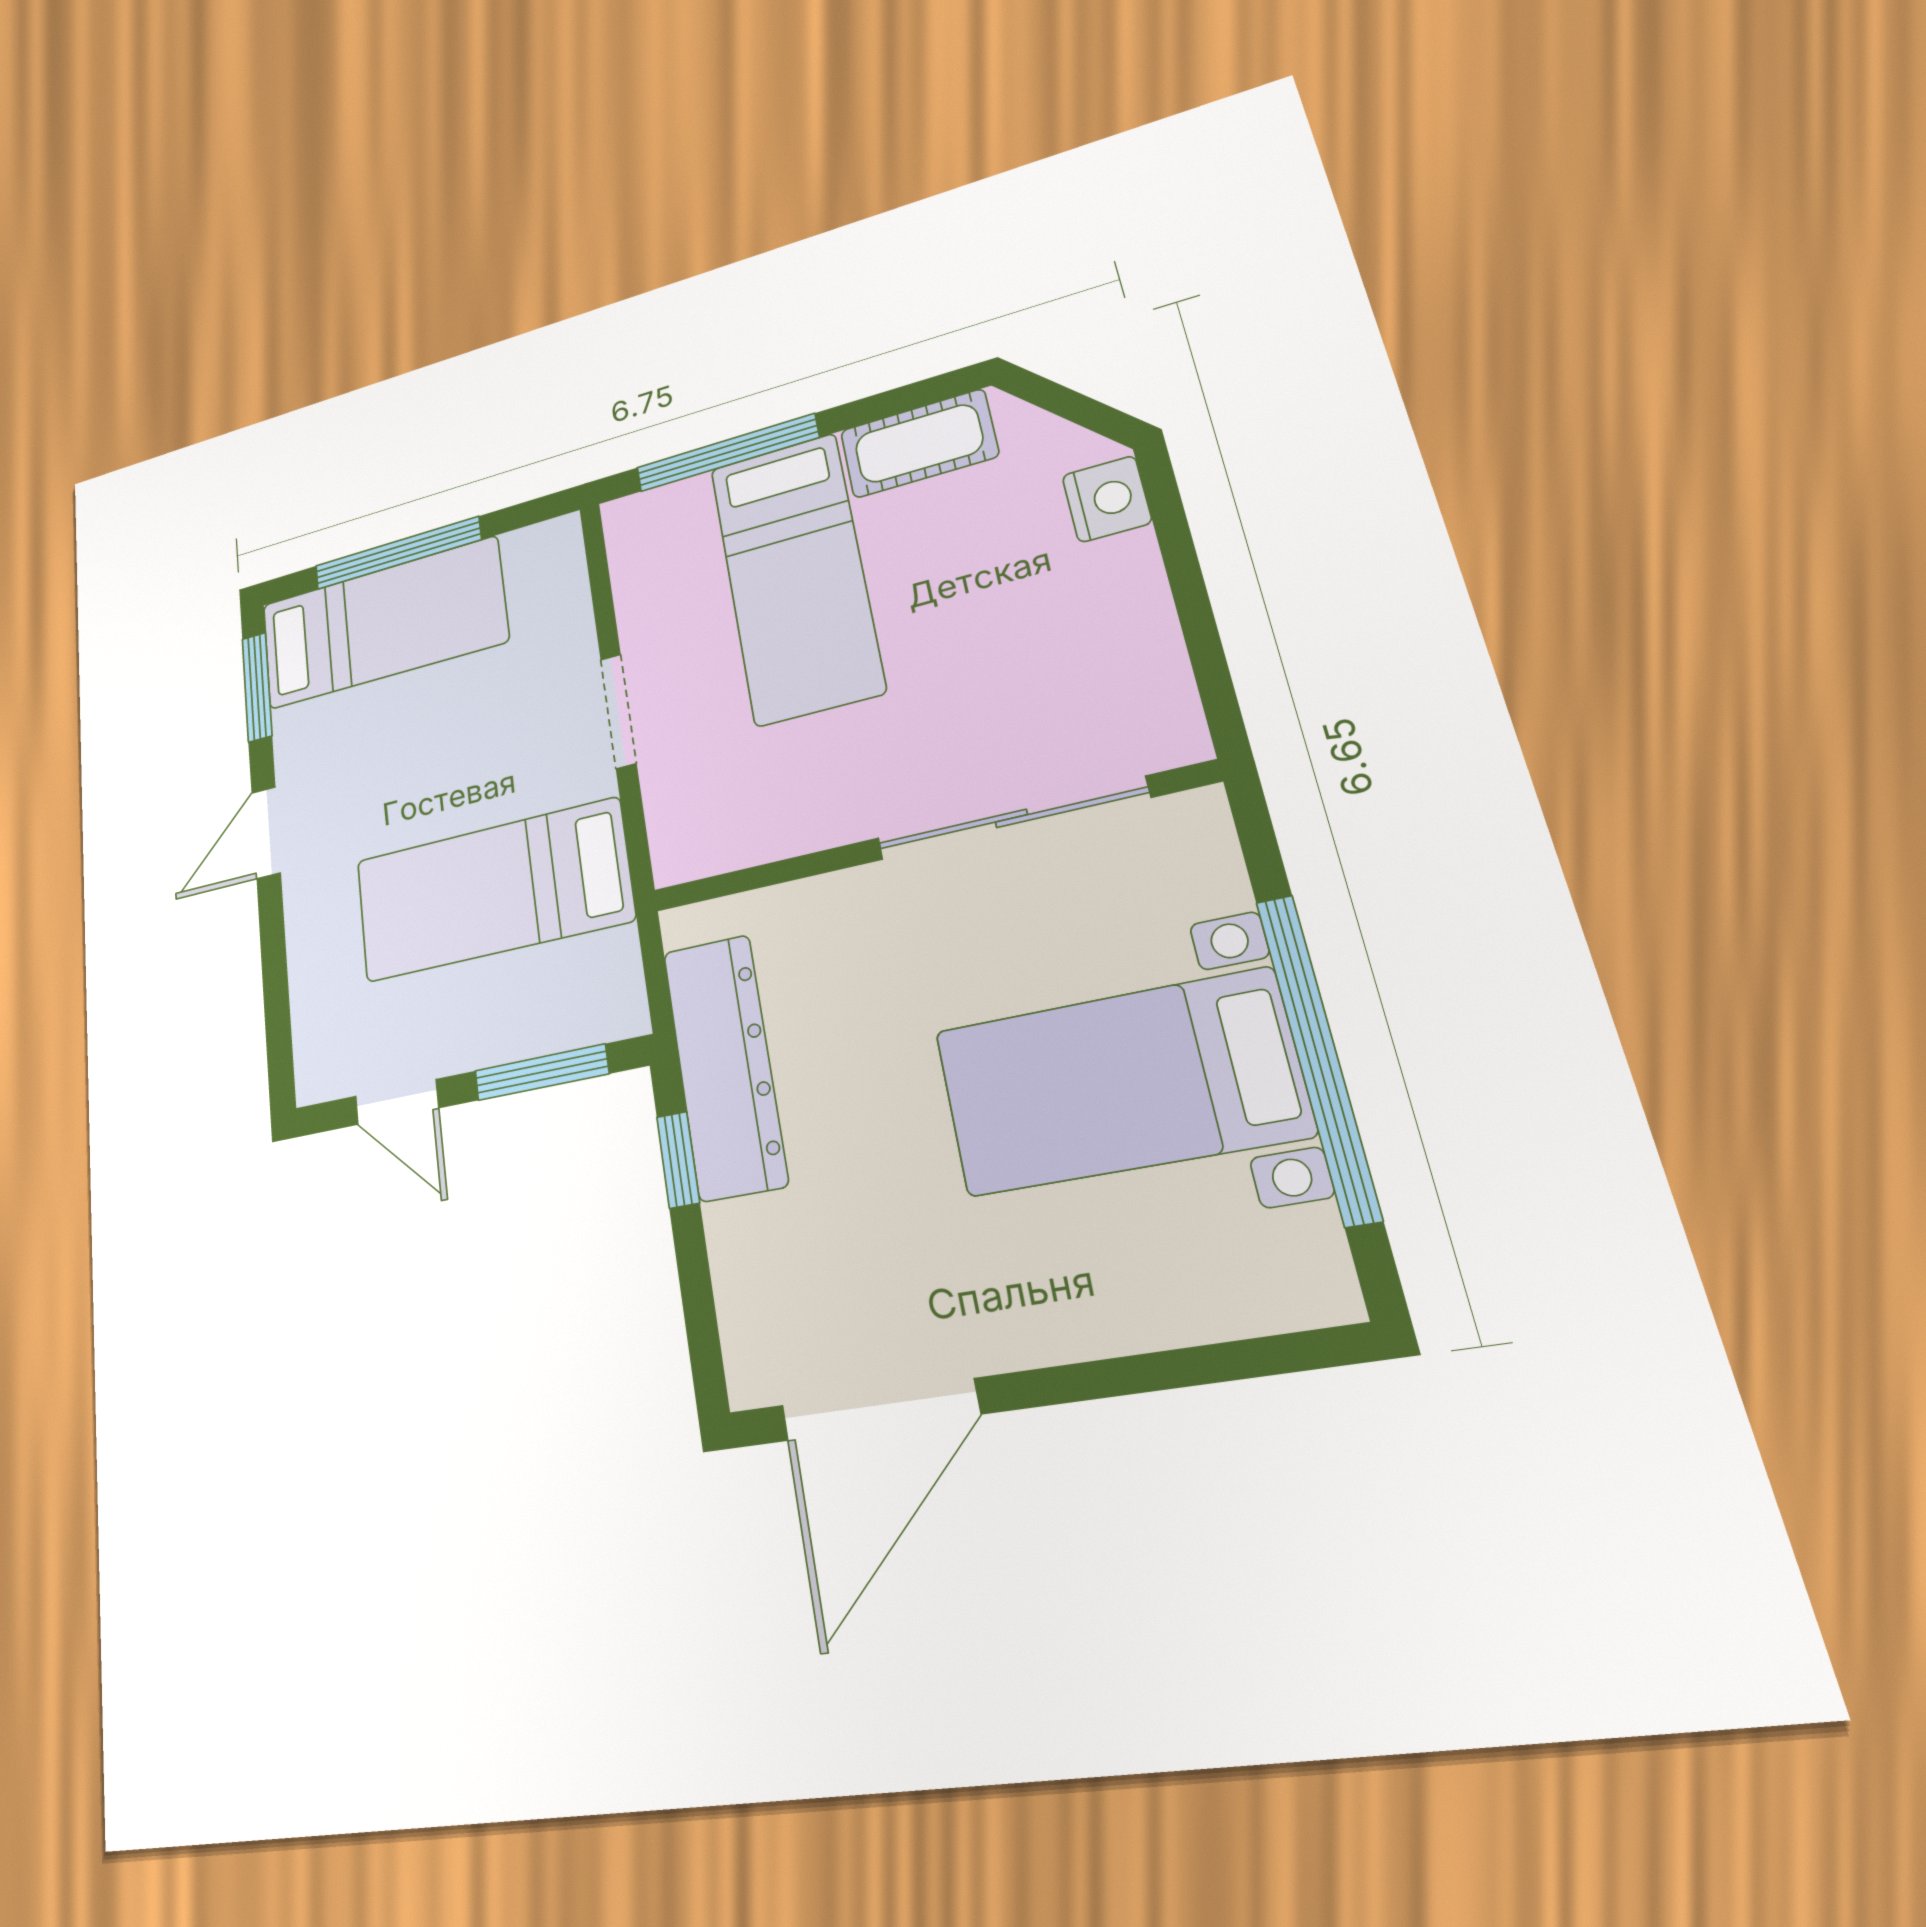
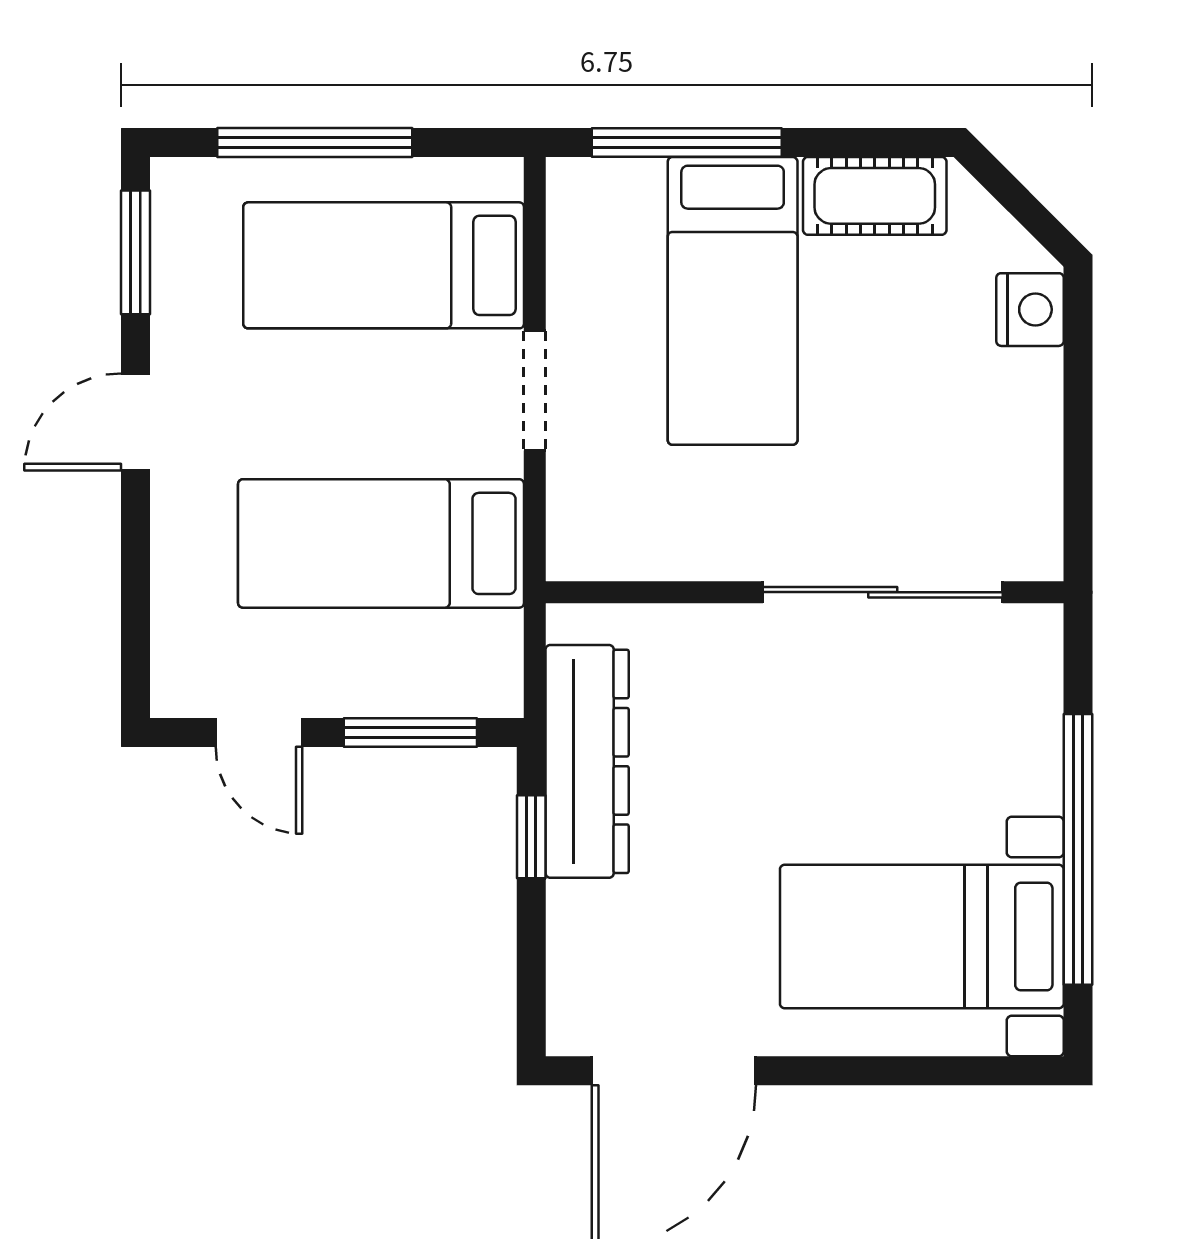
bed: (383, 623) -> (384, 265), moved, turned 180
bed with nightstands: (1119, 1082) -> (922, 937), moved

